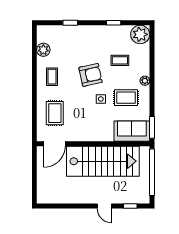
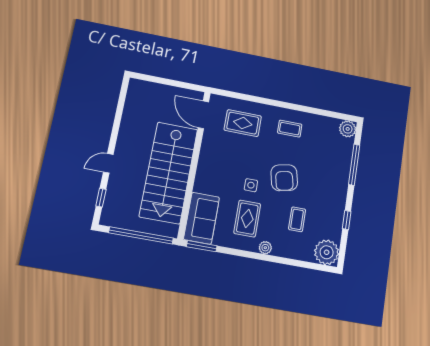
window: (70, 23) -> (354, 165), width x2.17
plant: (43, 50) -> (348, 129), moved

